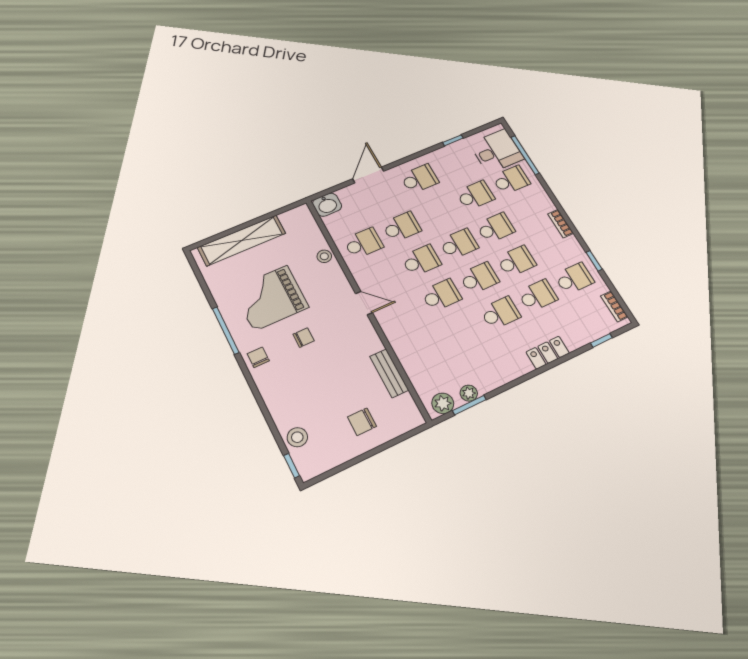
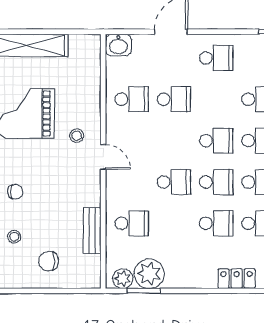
stool: (324, 256) -> (77, 136), moved
school desk: (421, 261) -> (132, 223), moved
chair: (304, 338) -> (15, 192), moved
plant: (469, 393) -> (149, 274), width x1.87, depth x1.87
stool: (316, 415) -> (14, 237), added

